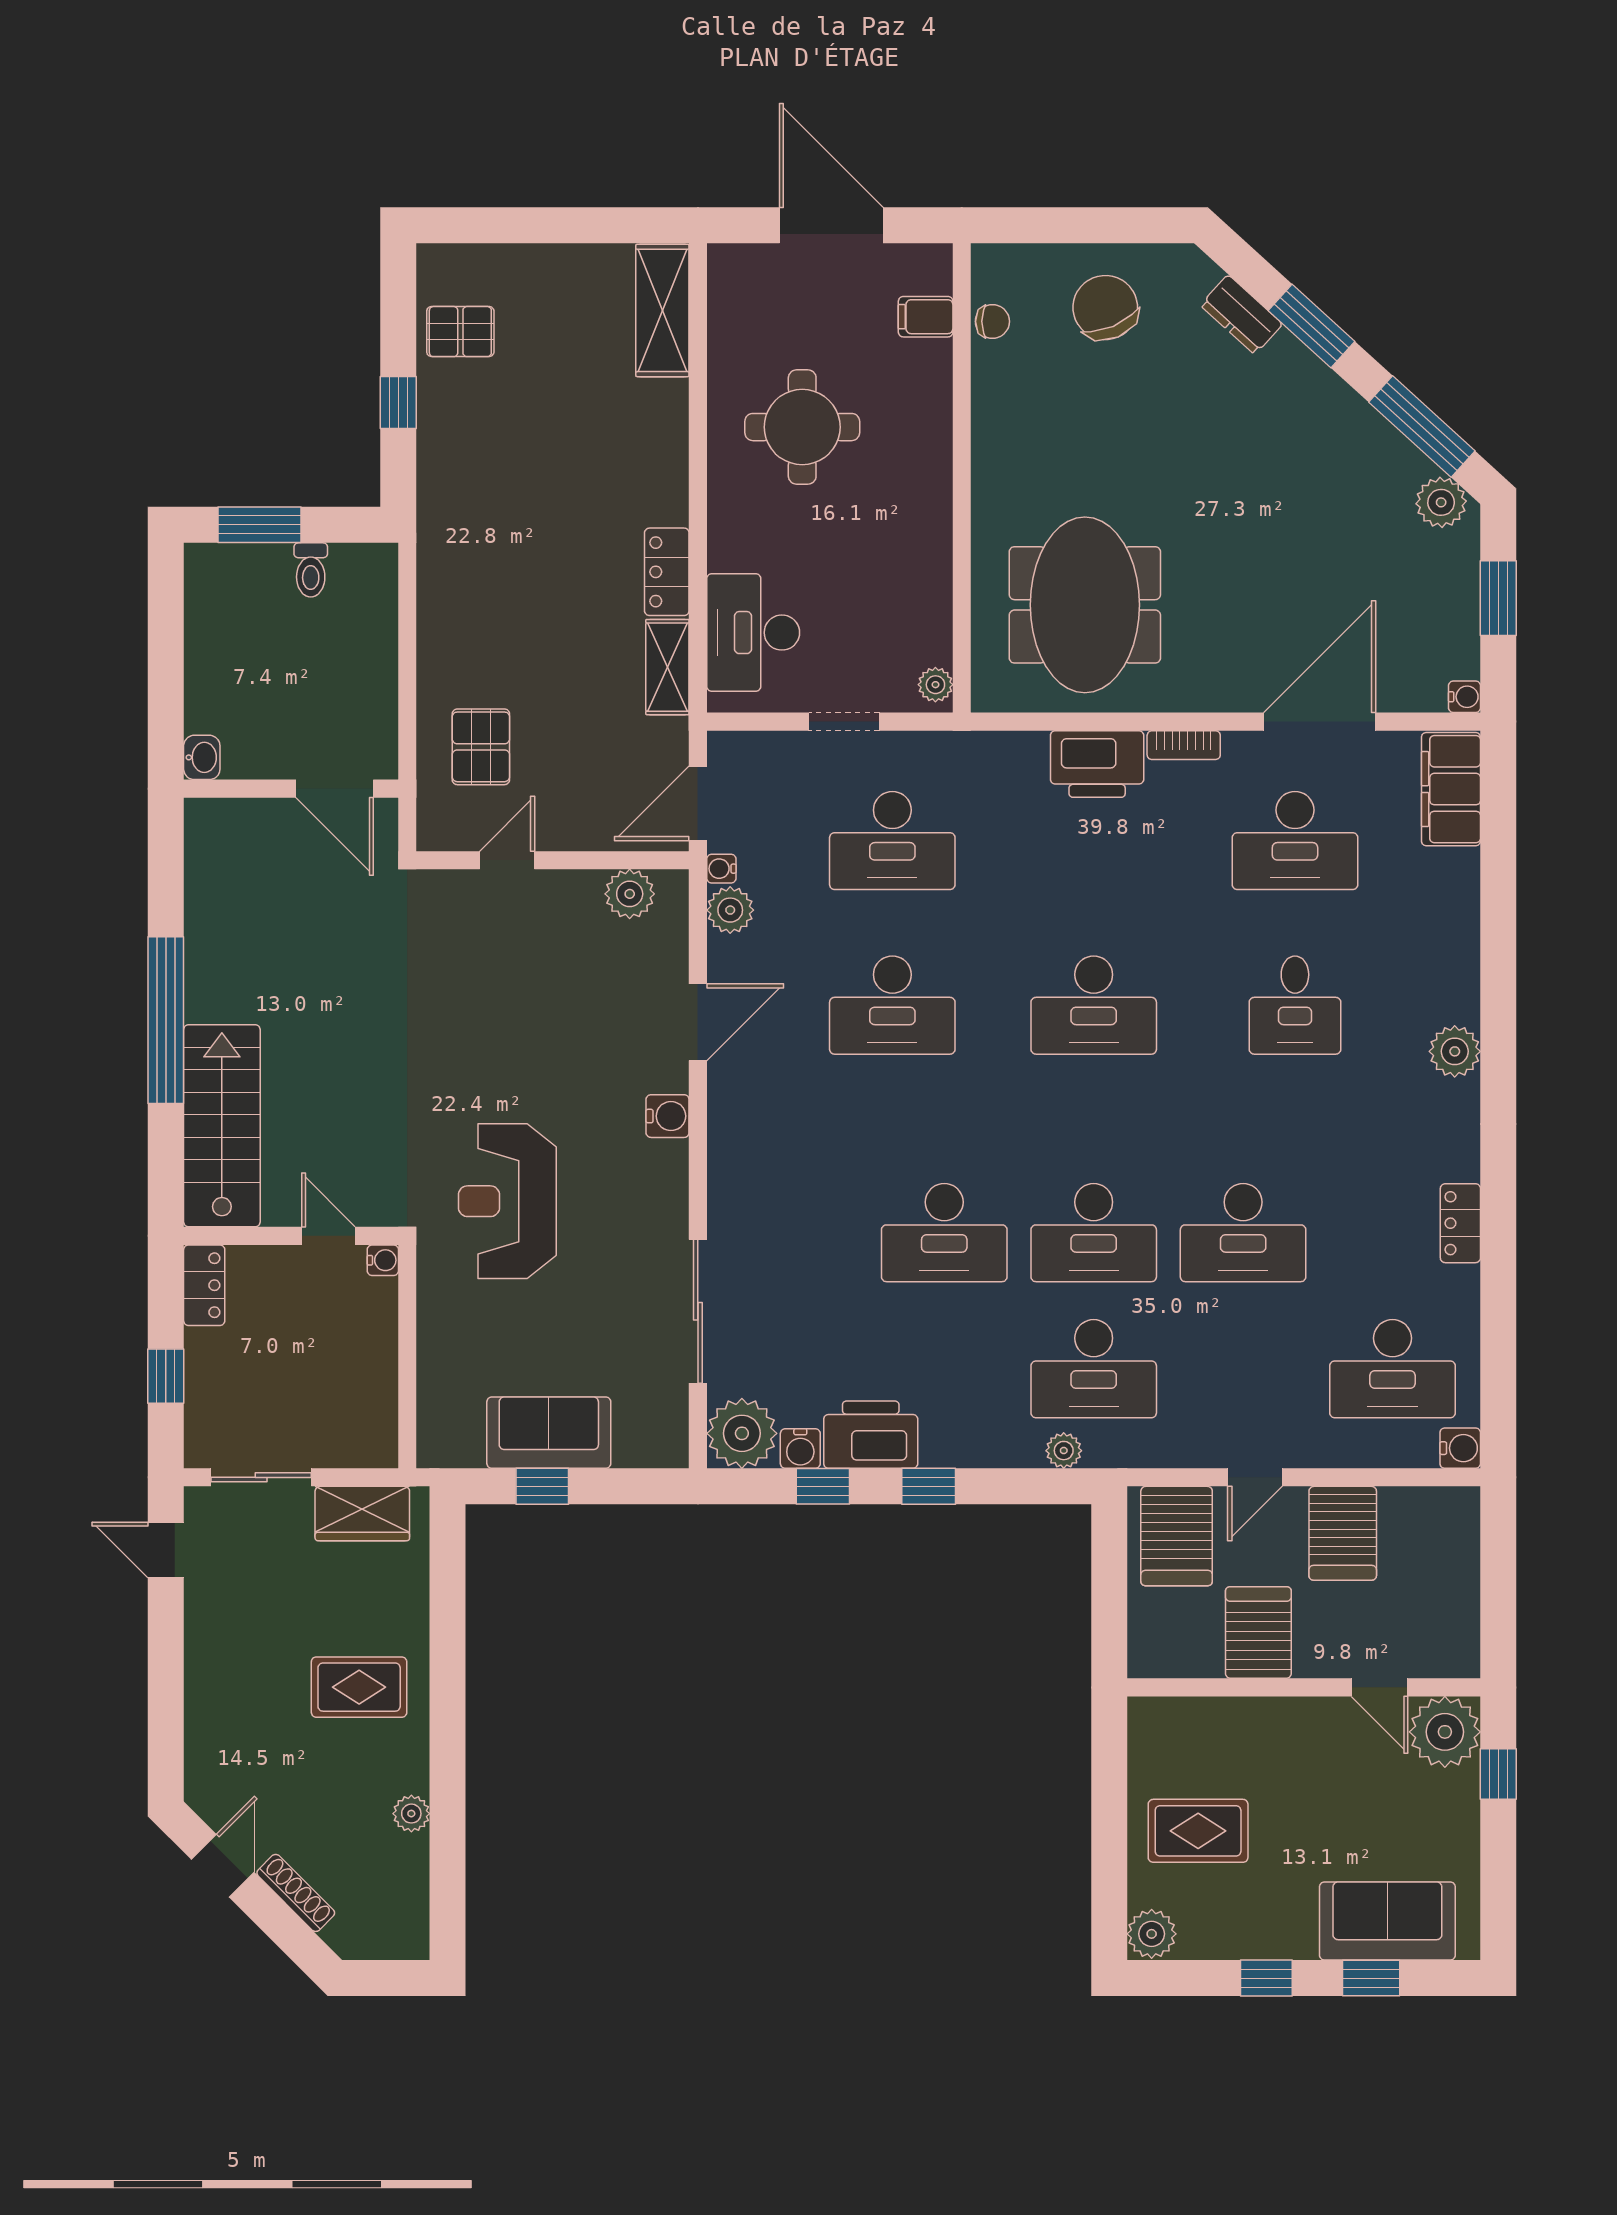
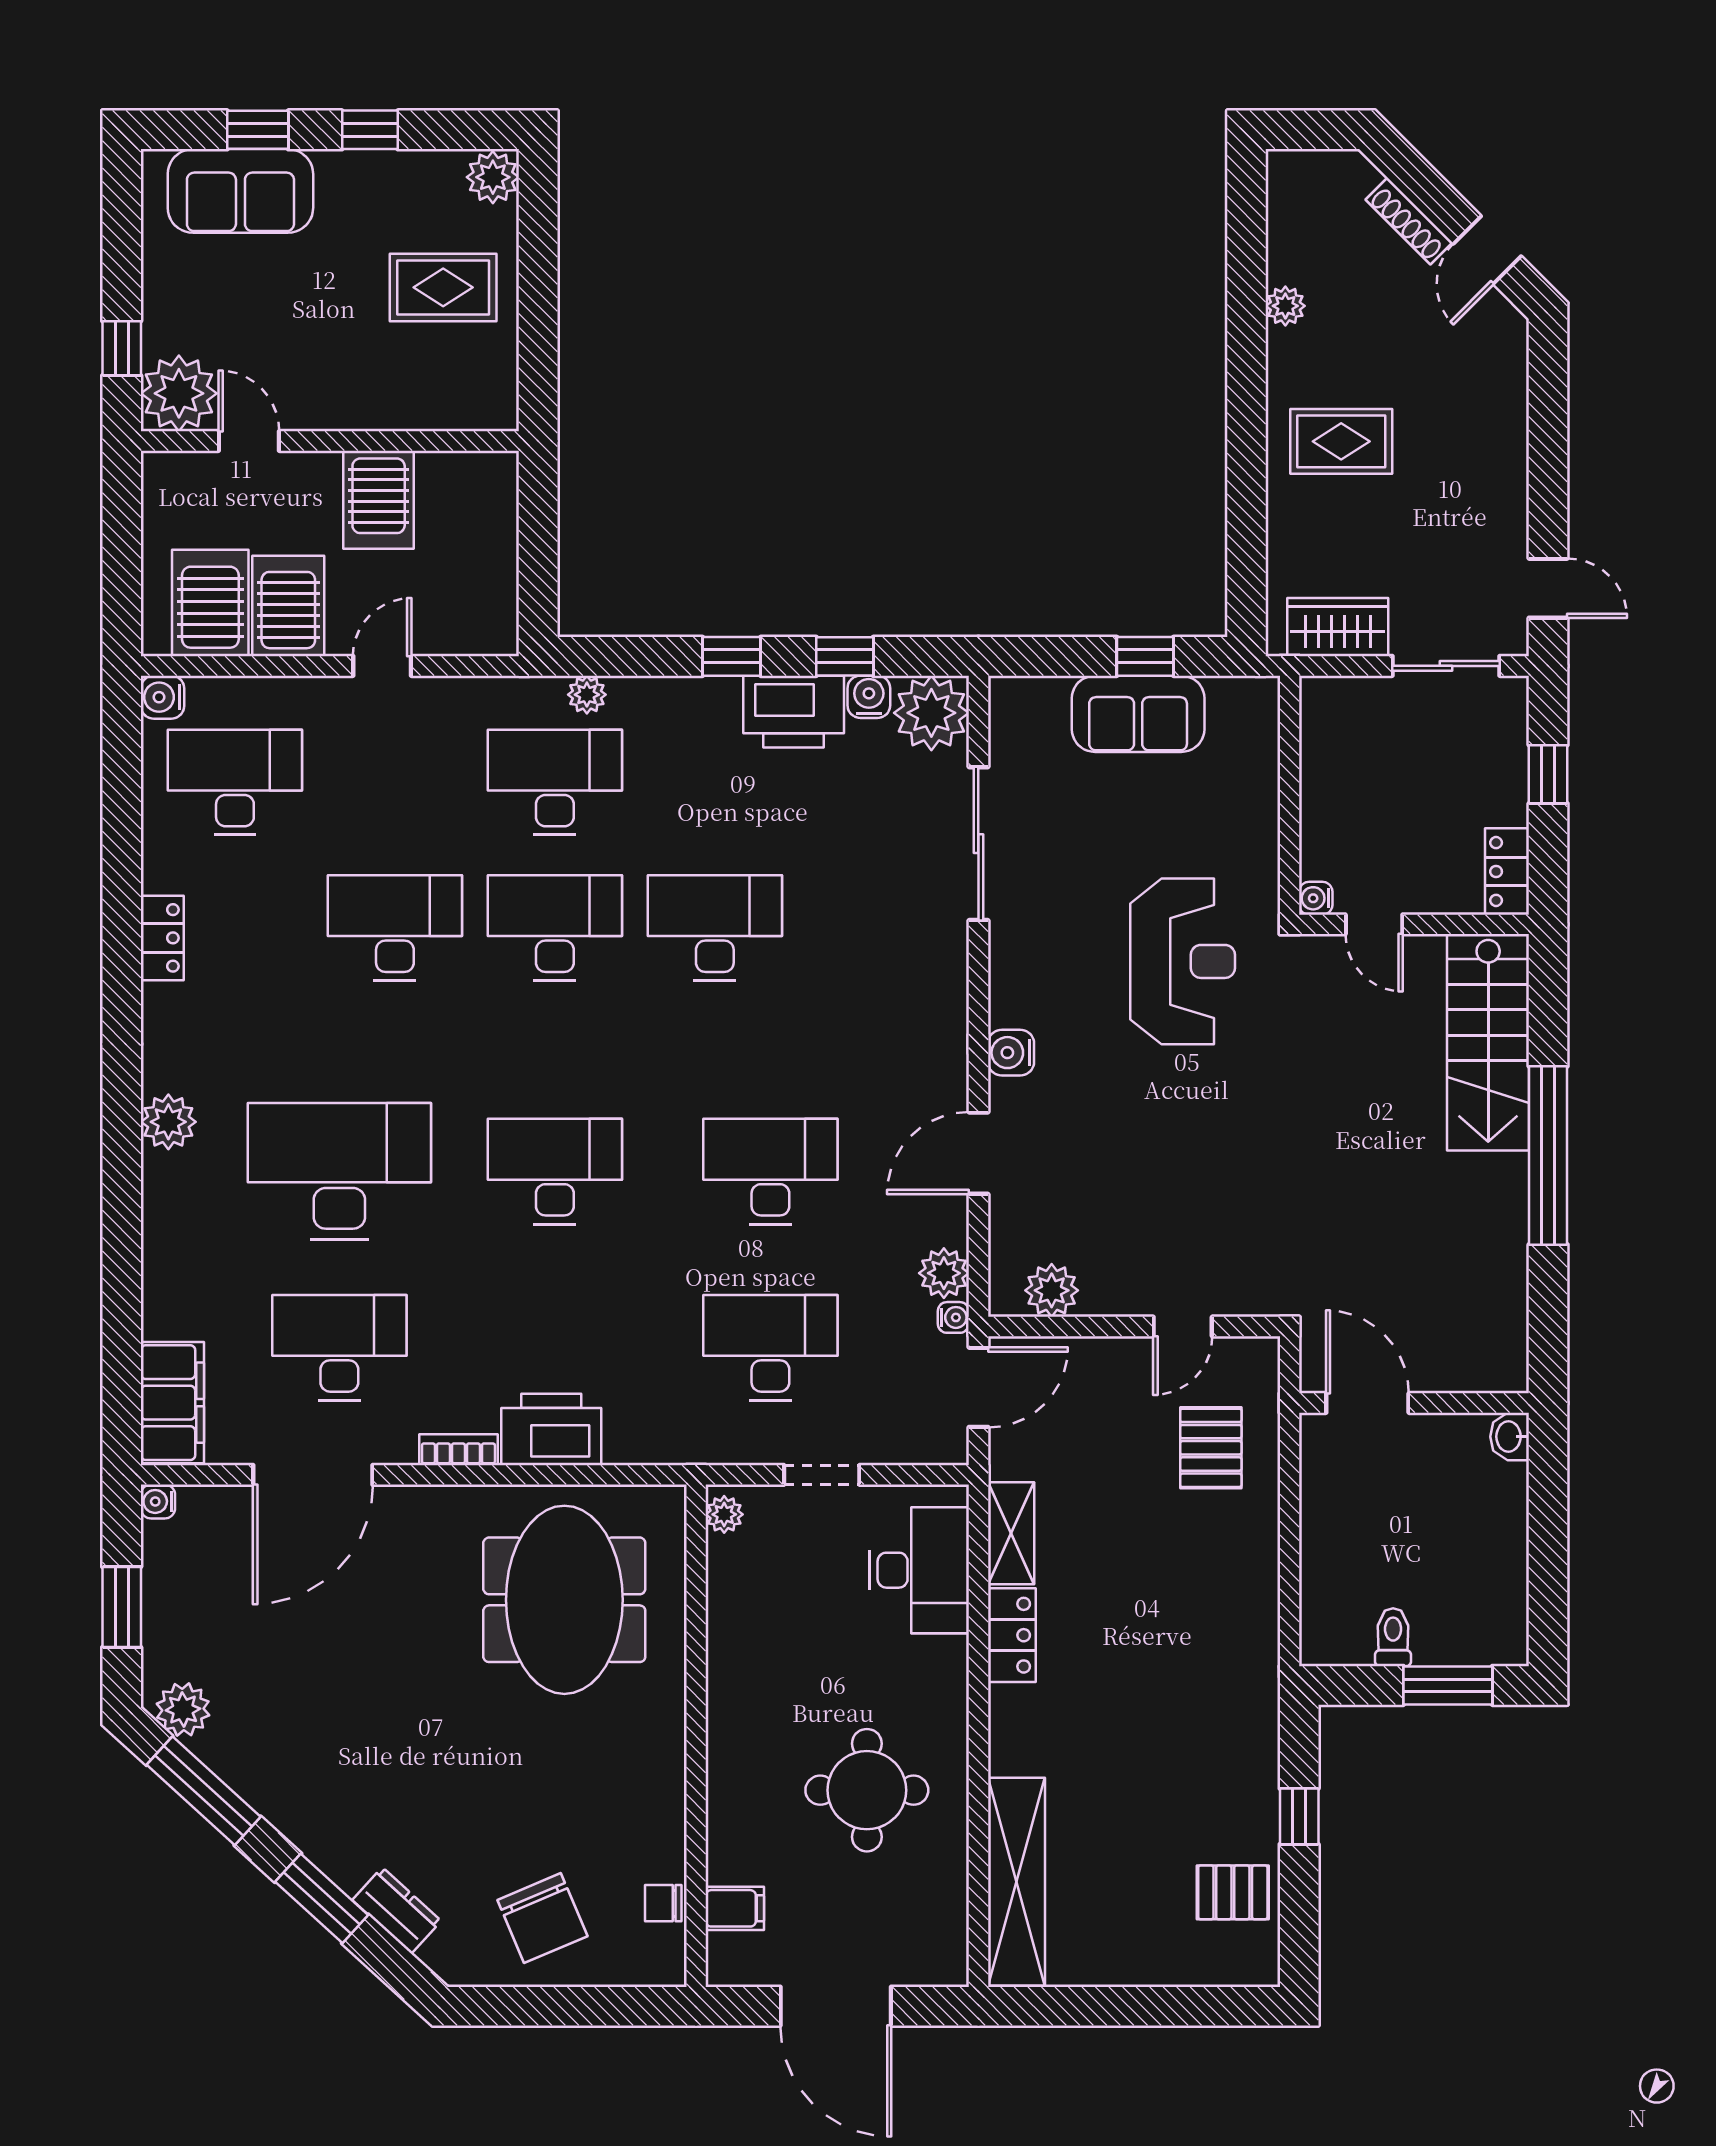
shelving: (662, 310) -> (1016, 1882), width x1.47
desk: (1295, 1005) -> (339, 1171), width x1.87, depth x1.30
server rack: (1177, 1536) -> (210, 603), moved

